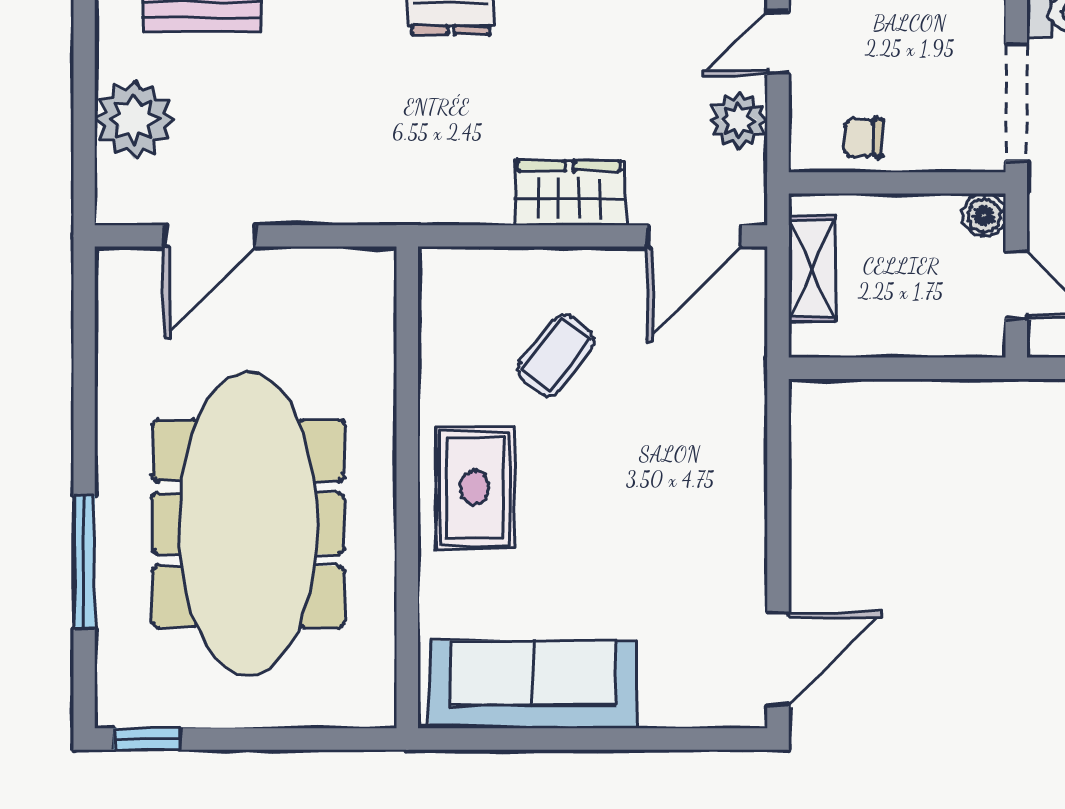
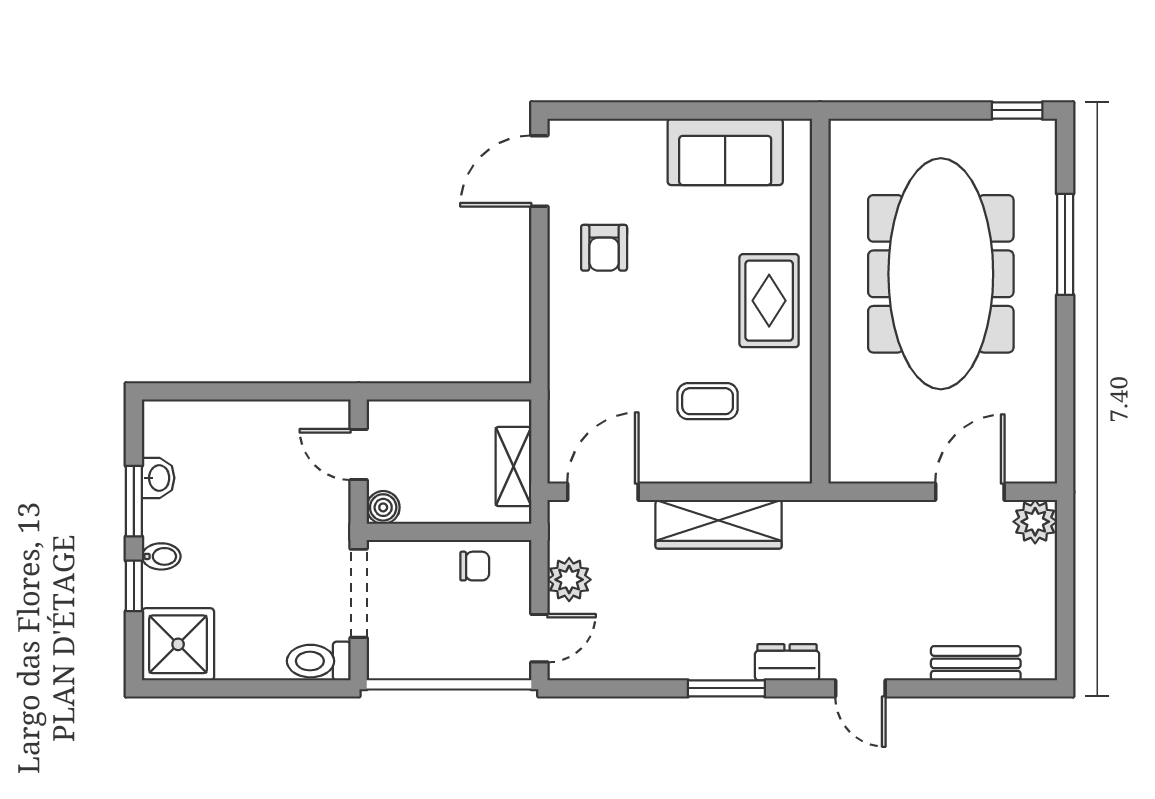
plant: (134, 120) -> (1035, 522), moved, width x0.73, depth x0.73
wardrobe: (569, 193) -> (719, 524), width x1.50
coffee table: (556, 355) -> (708, 401), turned 52
armchair: (692, 558) -> (604, 248), added
sofa: (533, 684) -> (725, 152), width x0.73

